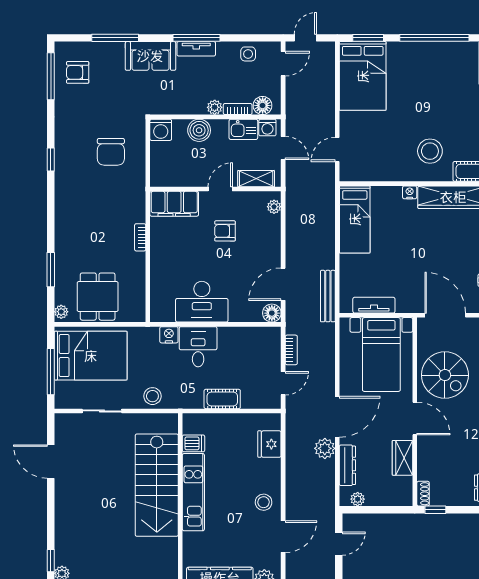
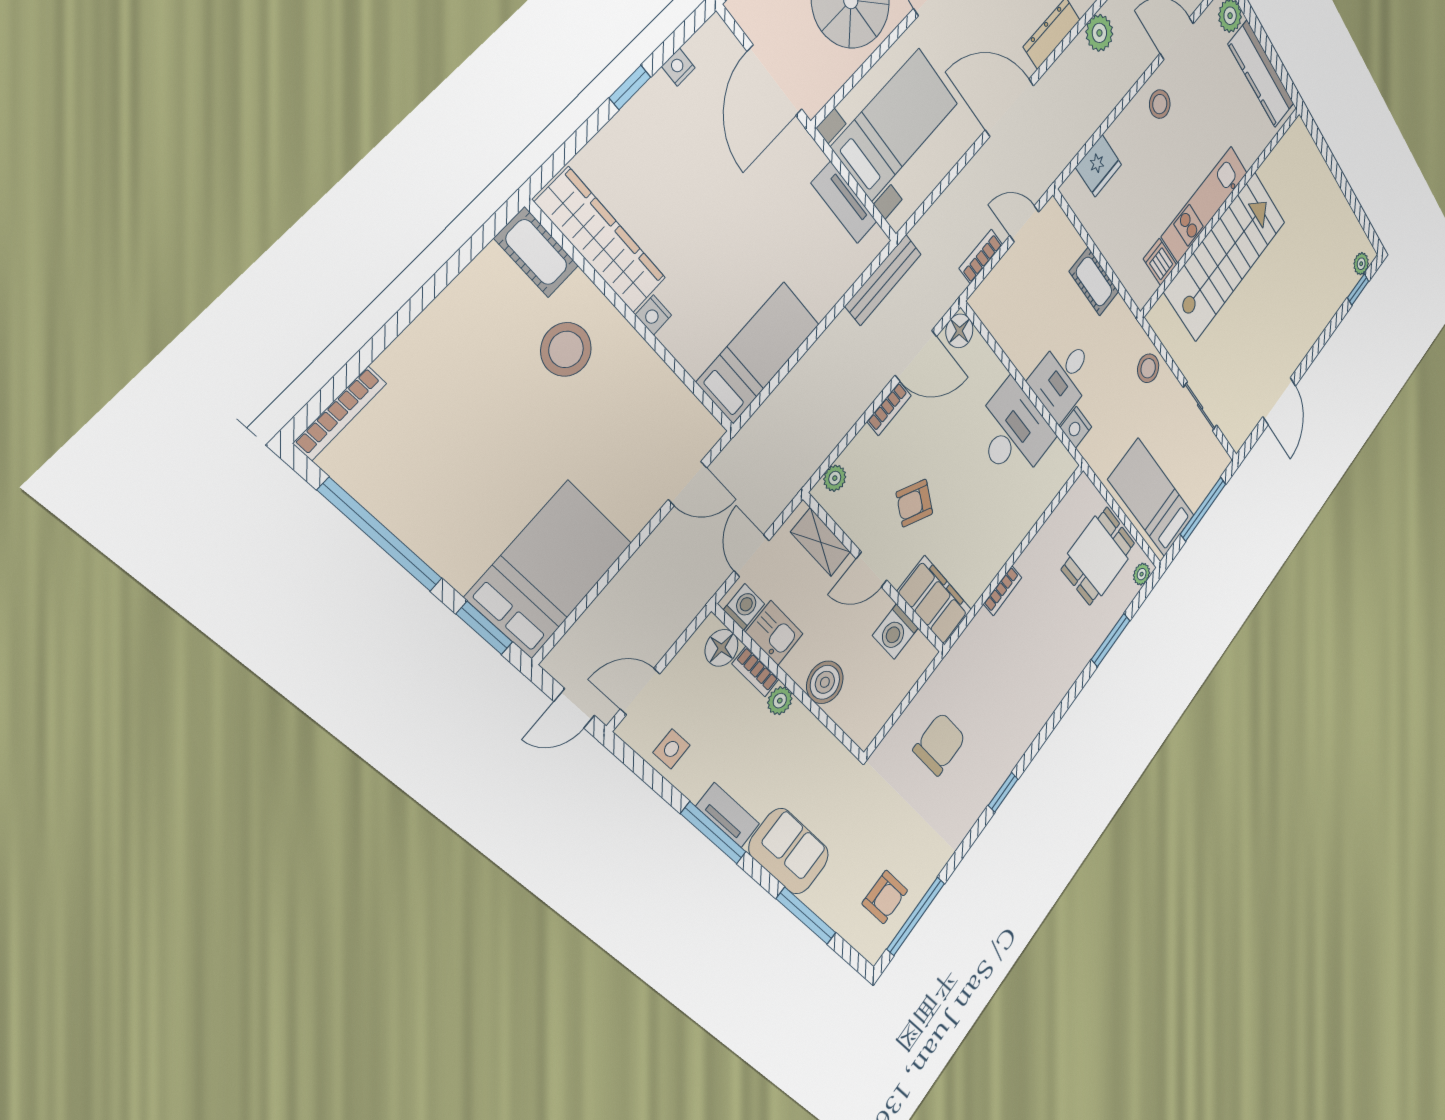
washing machine: (161, 130) -> (895, 632), moved, turned 180
armchair: (225, 231) -> (914, 503), turned 119
bookcase: (275, 254) -> (889, 408), added
bed: (91, 356) -> (1151, 498), width x0.67
plant: (325, 448) -> (1099, 33), moved

